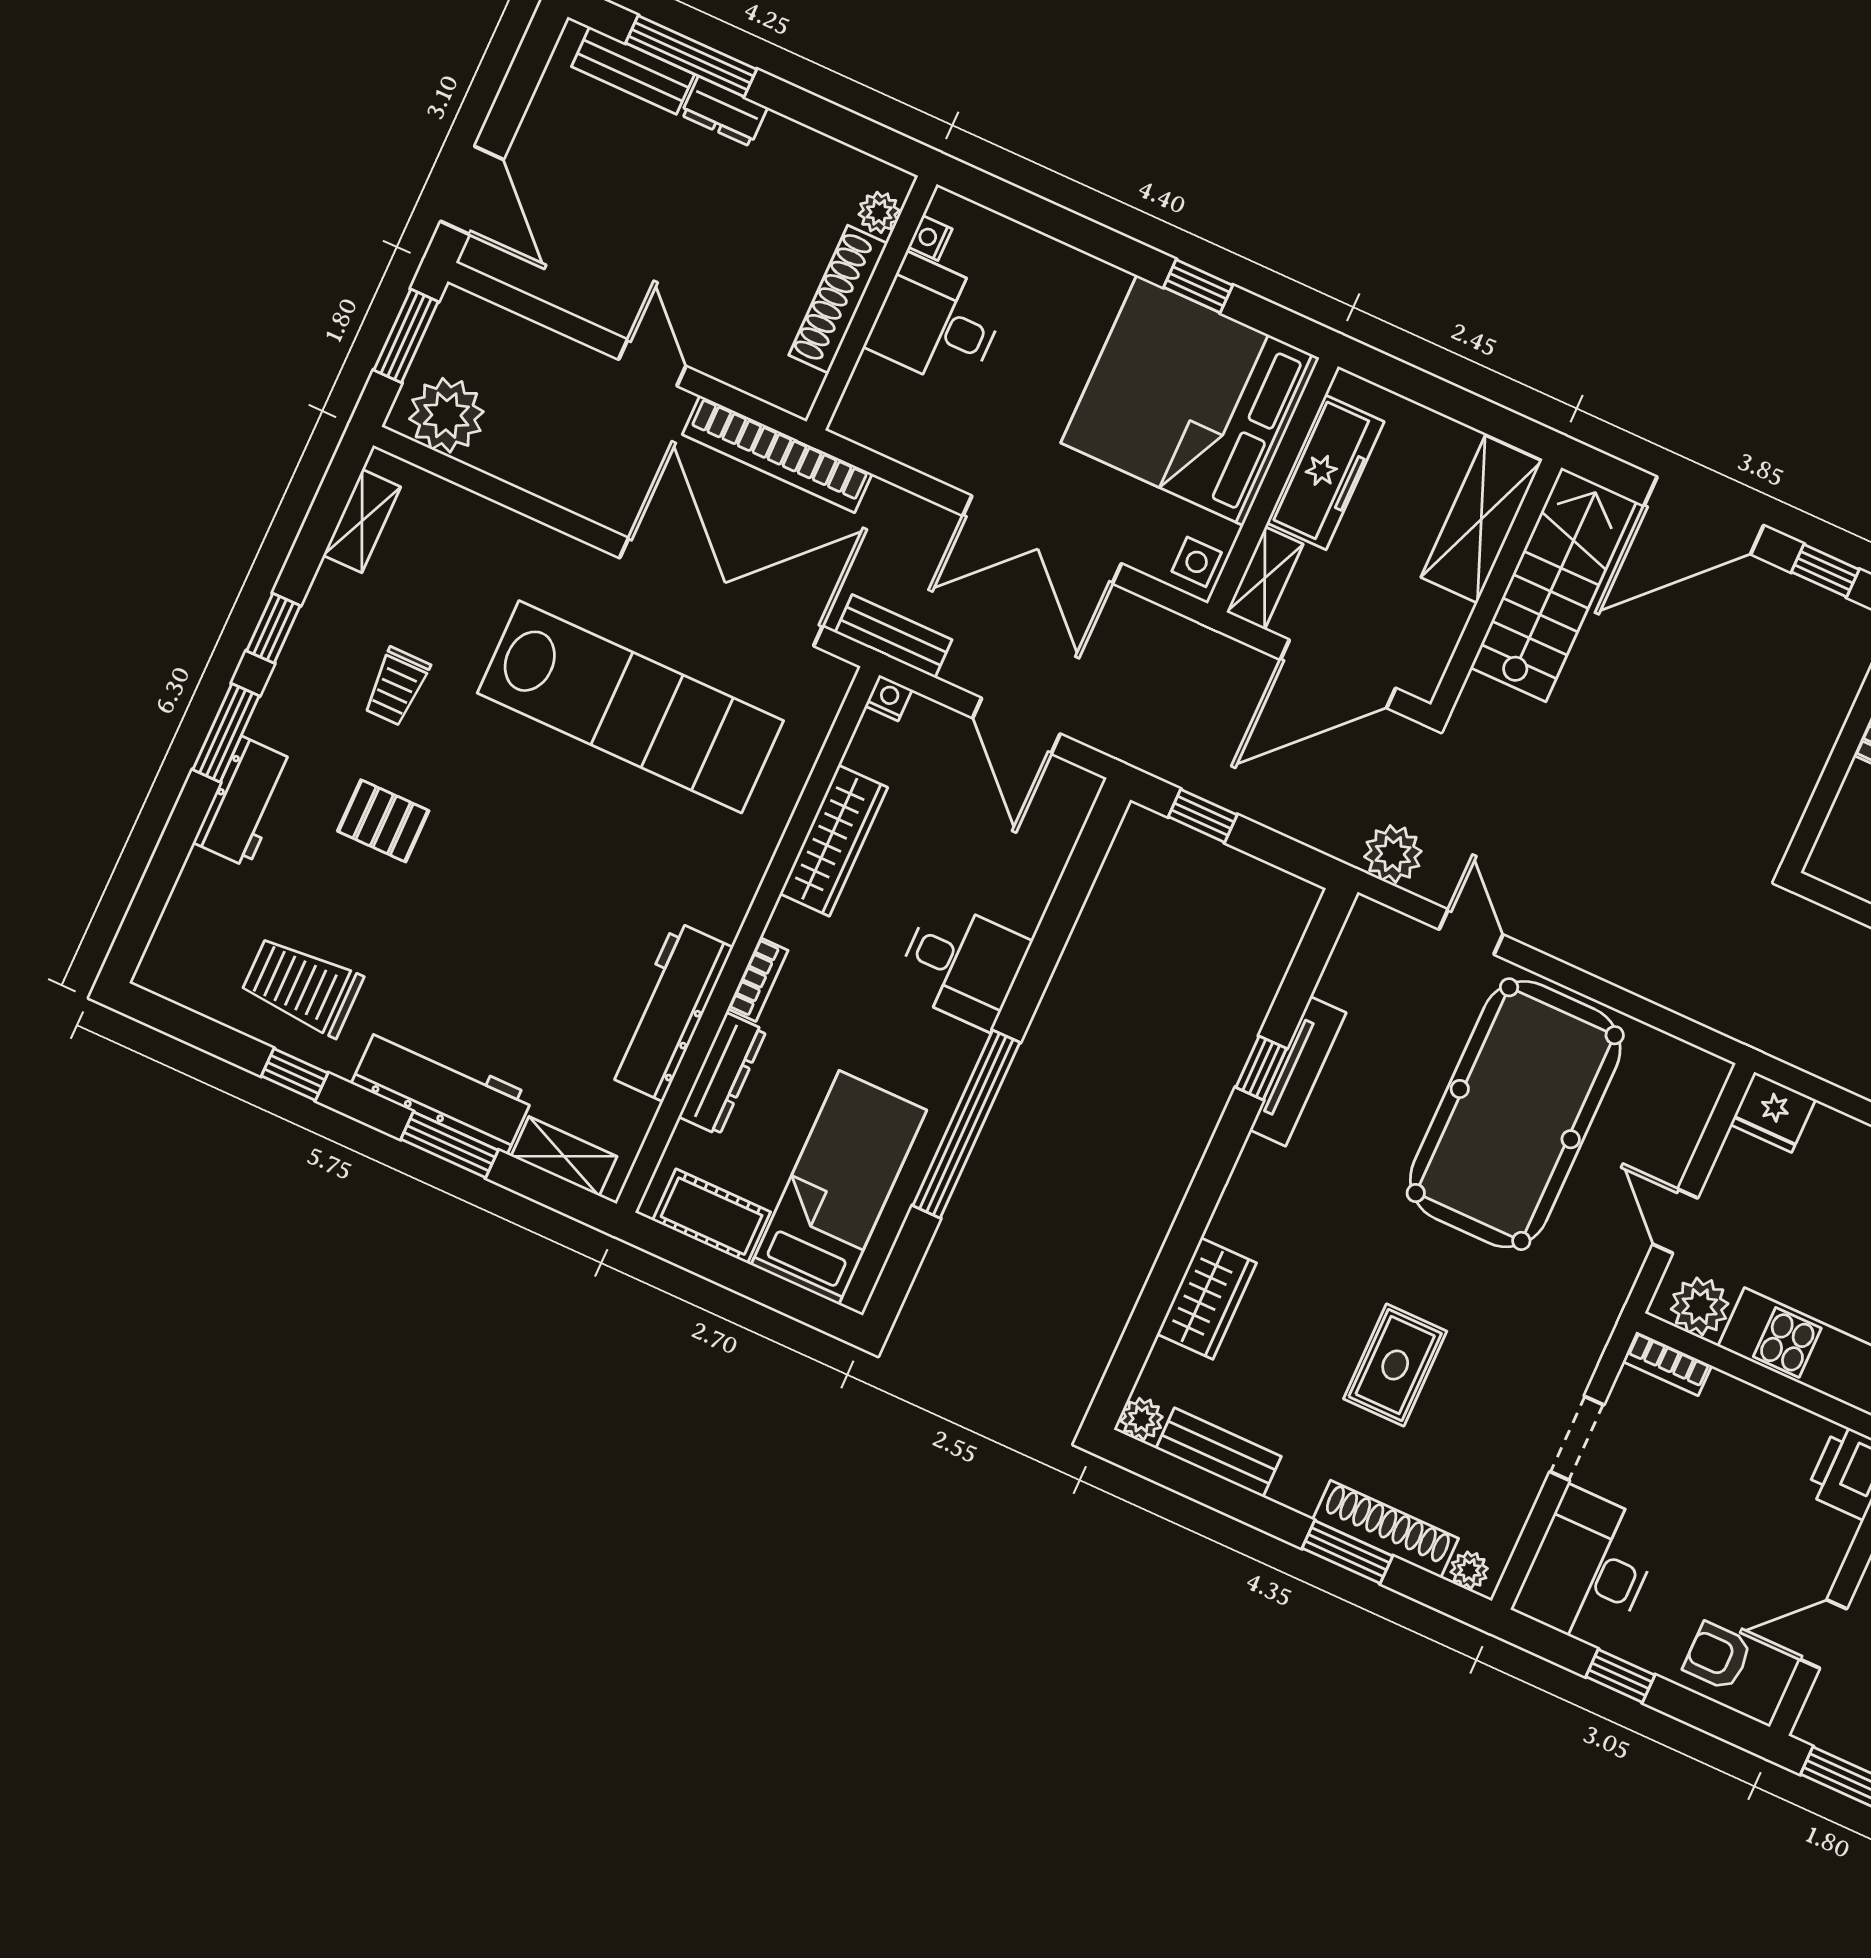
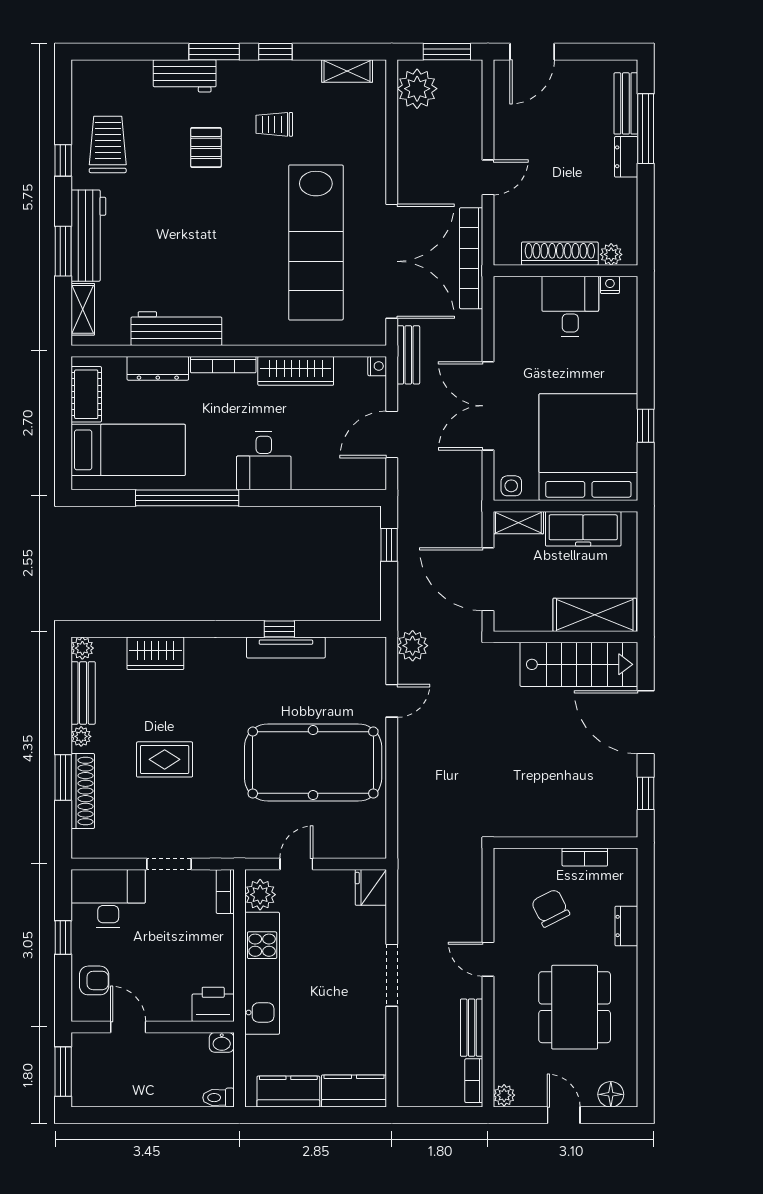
bookcase: (758, 979) -> (223, 365), width x1.56
plant: (1469, 1570) -> (81, 736), moved
armchair: (1718, 1656) -> (94, 980), turned 90

